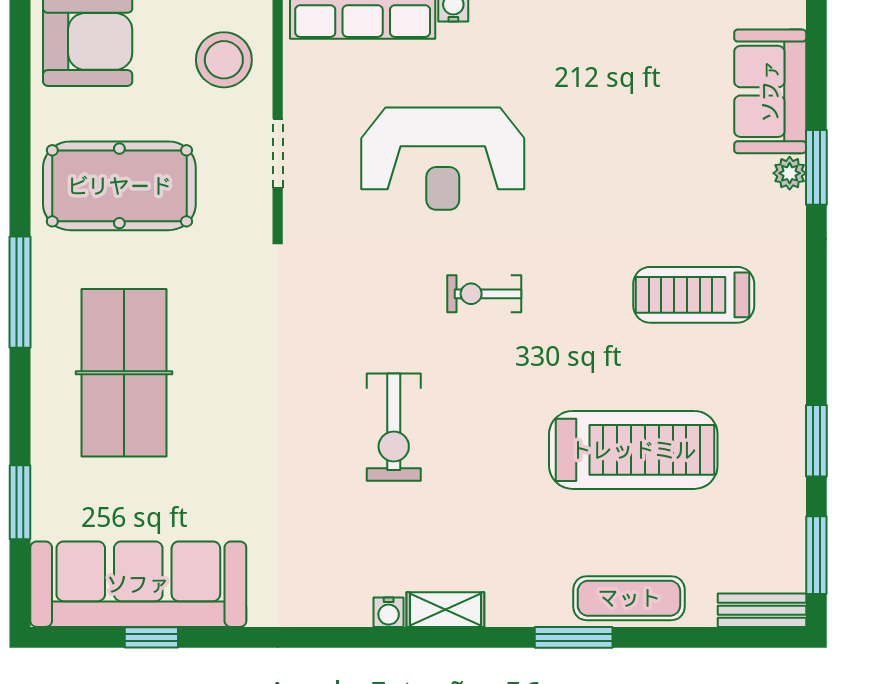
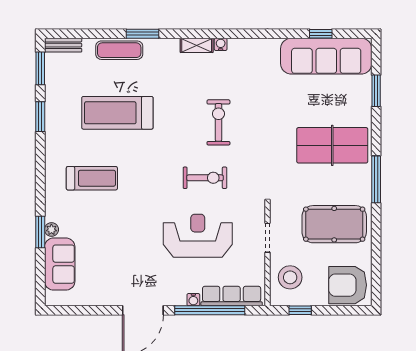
exercise bike: (484, 294) -> (205, 178), moved, width x1.38, depth x1.39
table tennis table: (124, 373) -> (332, 145), turned 90

